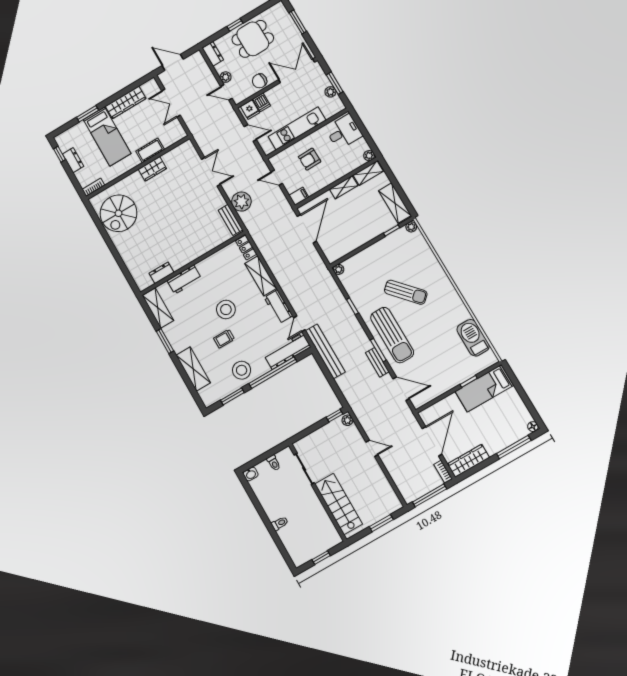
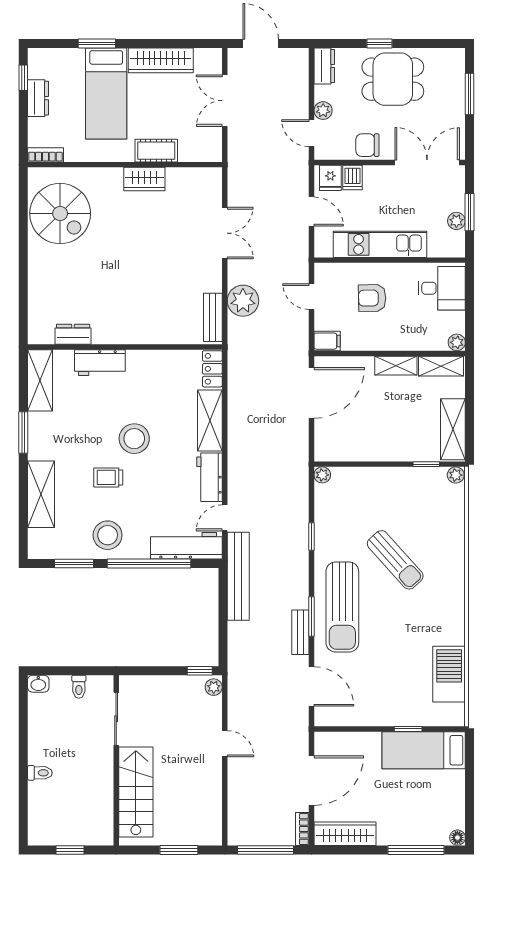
spiral stairs: (118, 213) -> (60, 214), turned -90

